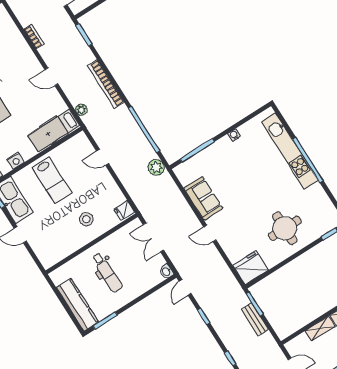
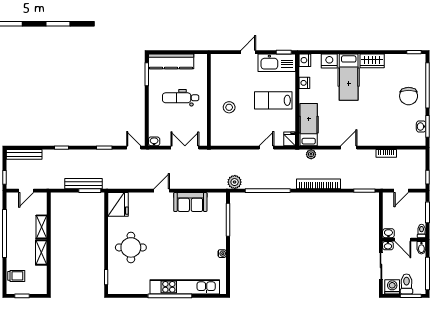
fridge: (124, 210) -> (290, 139), moved
bench: (255, 319) -> (83, 184), width x1.36

